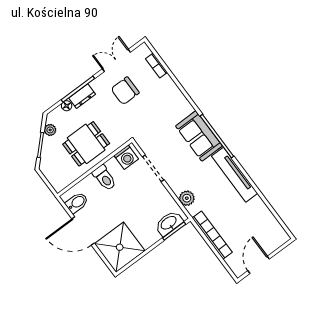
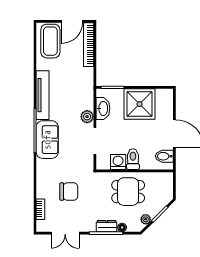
chair: (125, 91) -> (69, 192), moved
washing machine: (126, 157) -> (118, 162), moved
plant: (187, 198) -> (87, 117), moved
washbasin: (169, 223) -> (103, 108), moved, turned -90
coffee table: (265, 231) -> (50, 41), added
bookcase: (212, 235) -> (89, 45), moved
shower: (120, 247) -> (140, 104), moved

